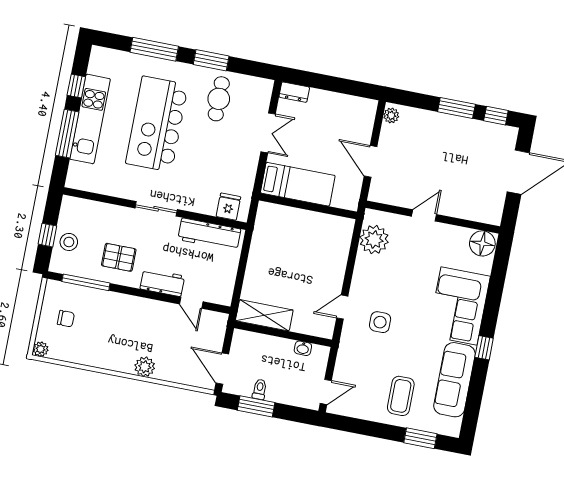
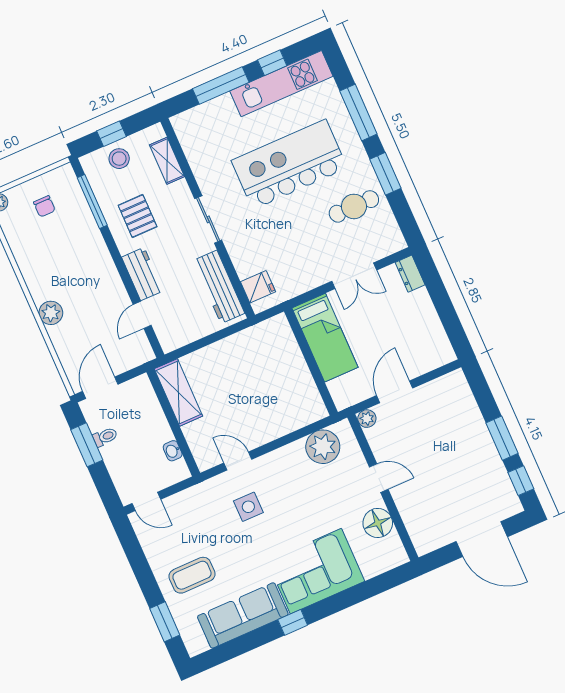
plant: (391, 115) -> (367, 419), moved
kitchen unit: (90, 119) -> (281, 84), moved
shelving: (94, 209) -> (167, 161), added
floor lamp: (482, 243) -> (378, 523), moved

